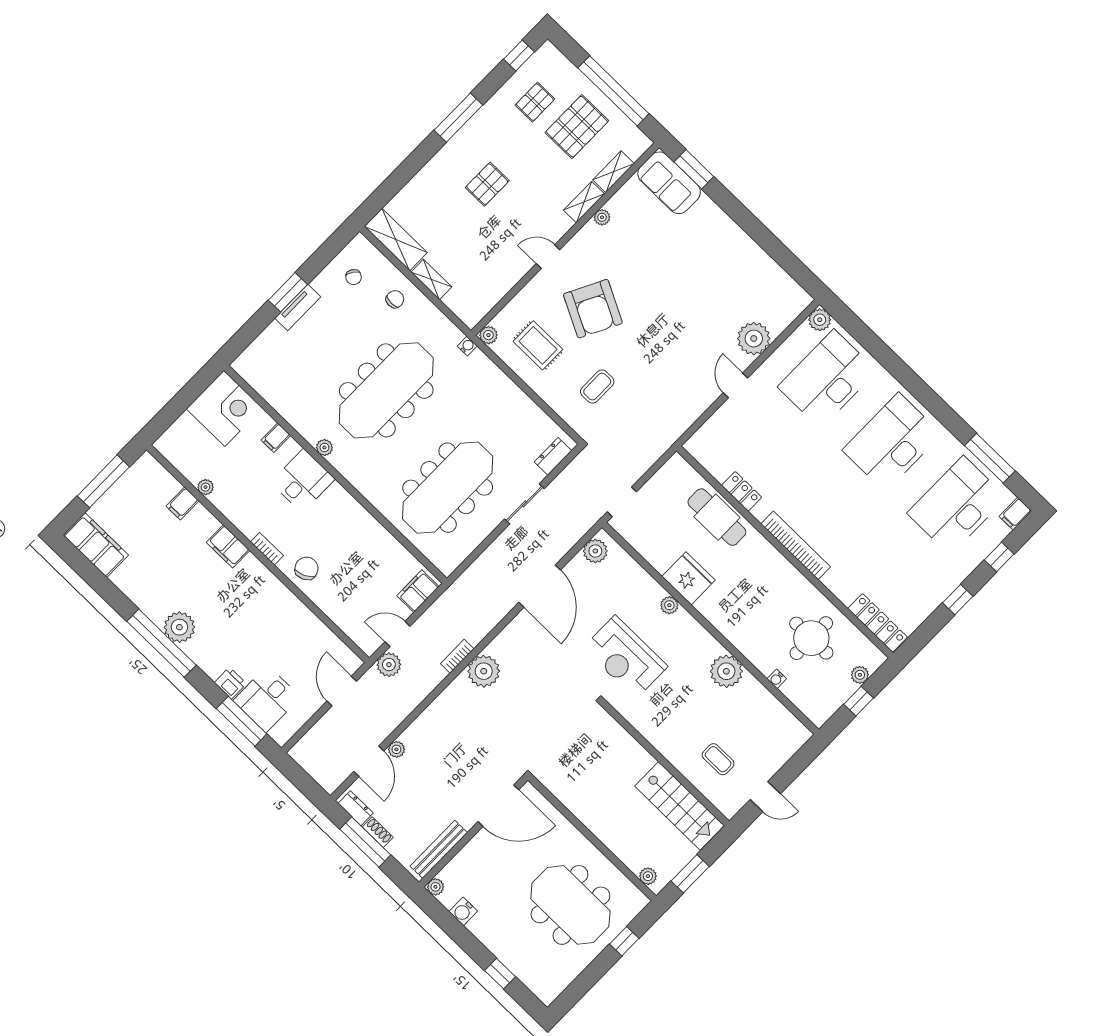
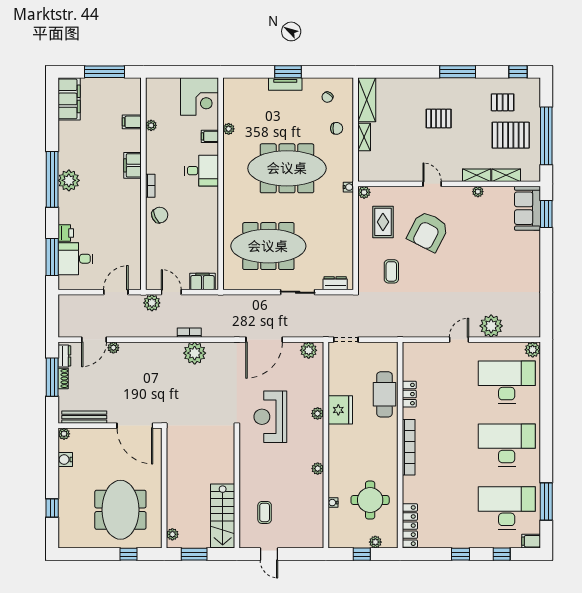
coffee table: (597, 387) -> (391, 271), turned 90
plant: (324, 447) -> (229, 129), moved
plant: (726, 671) -> (318, 469), width x0.53, depth x0.53

